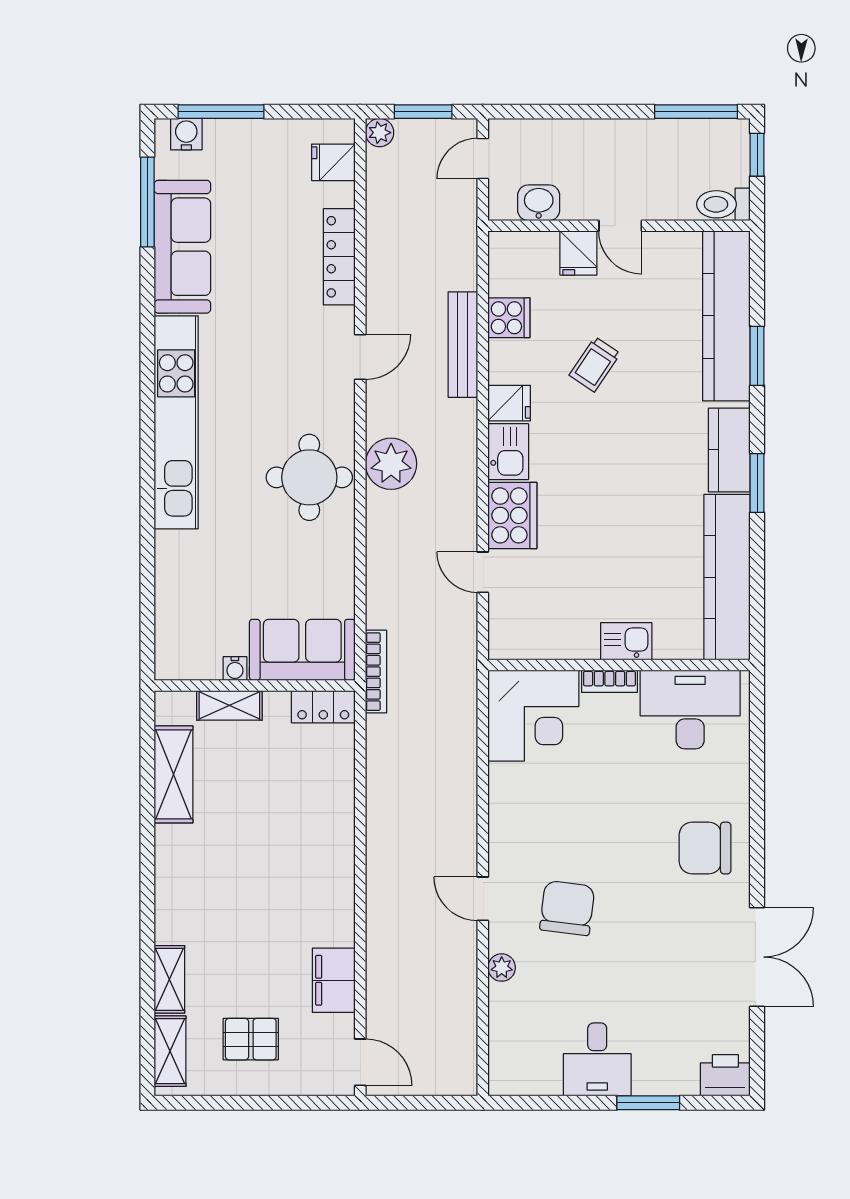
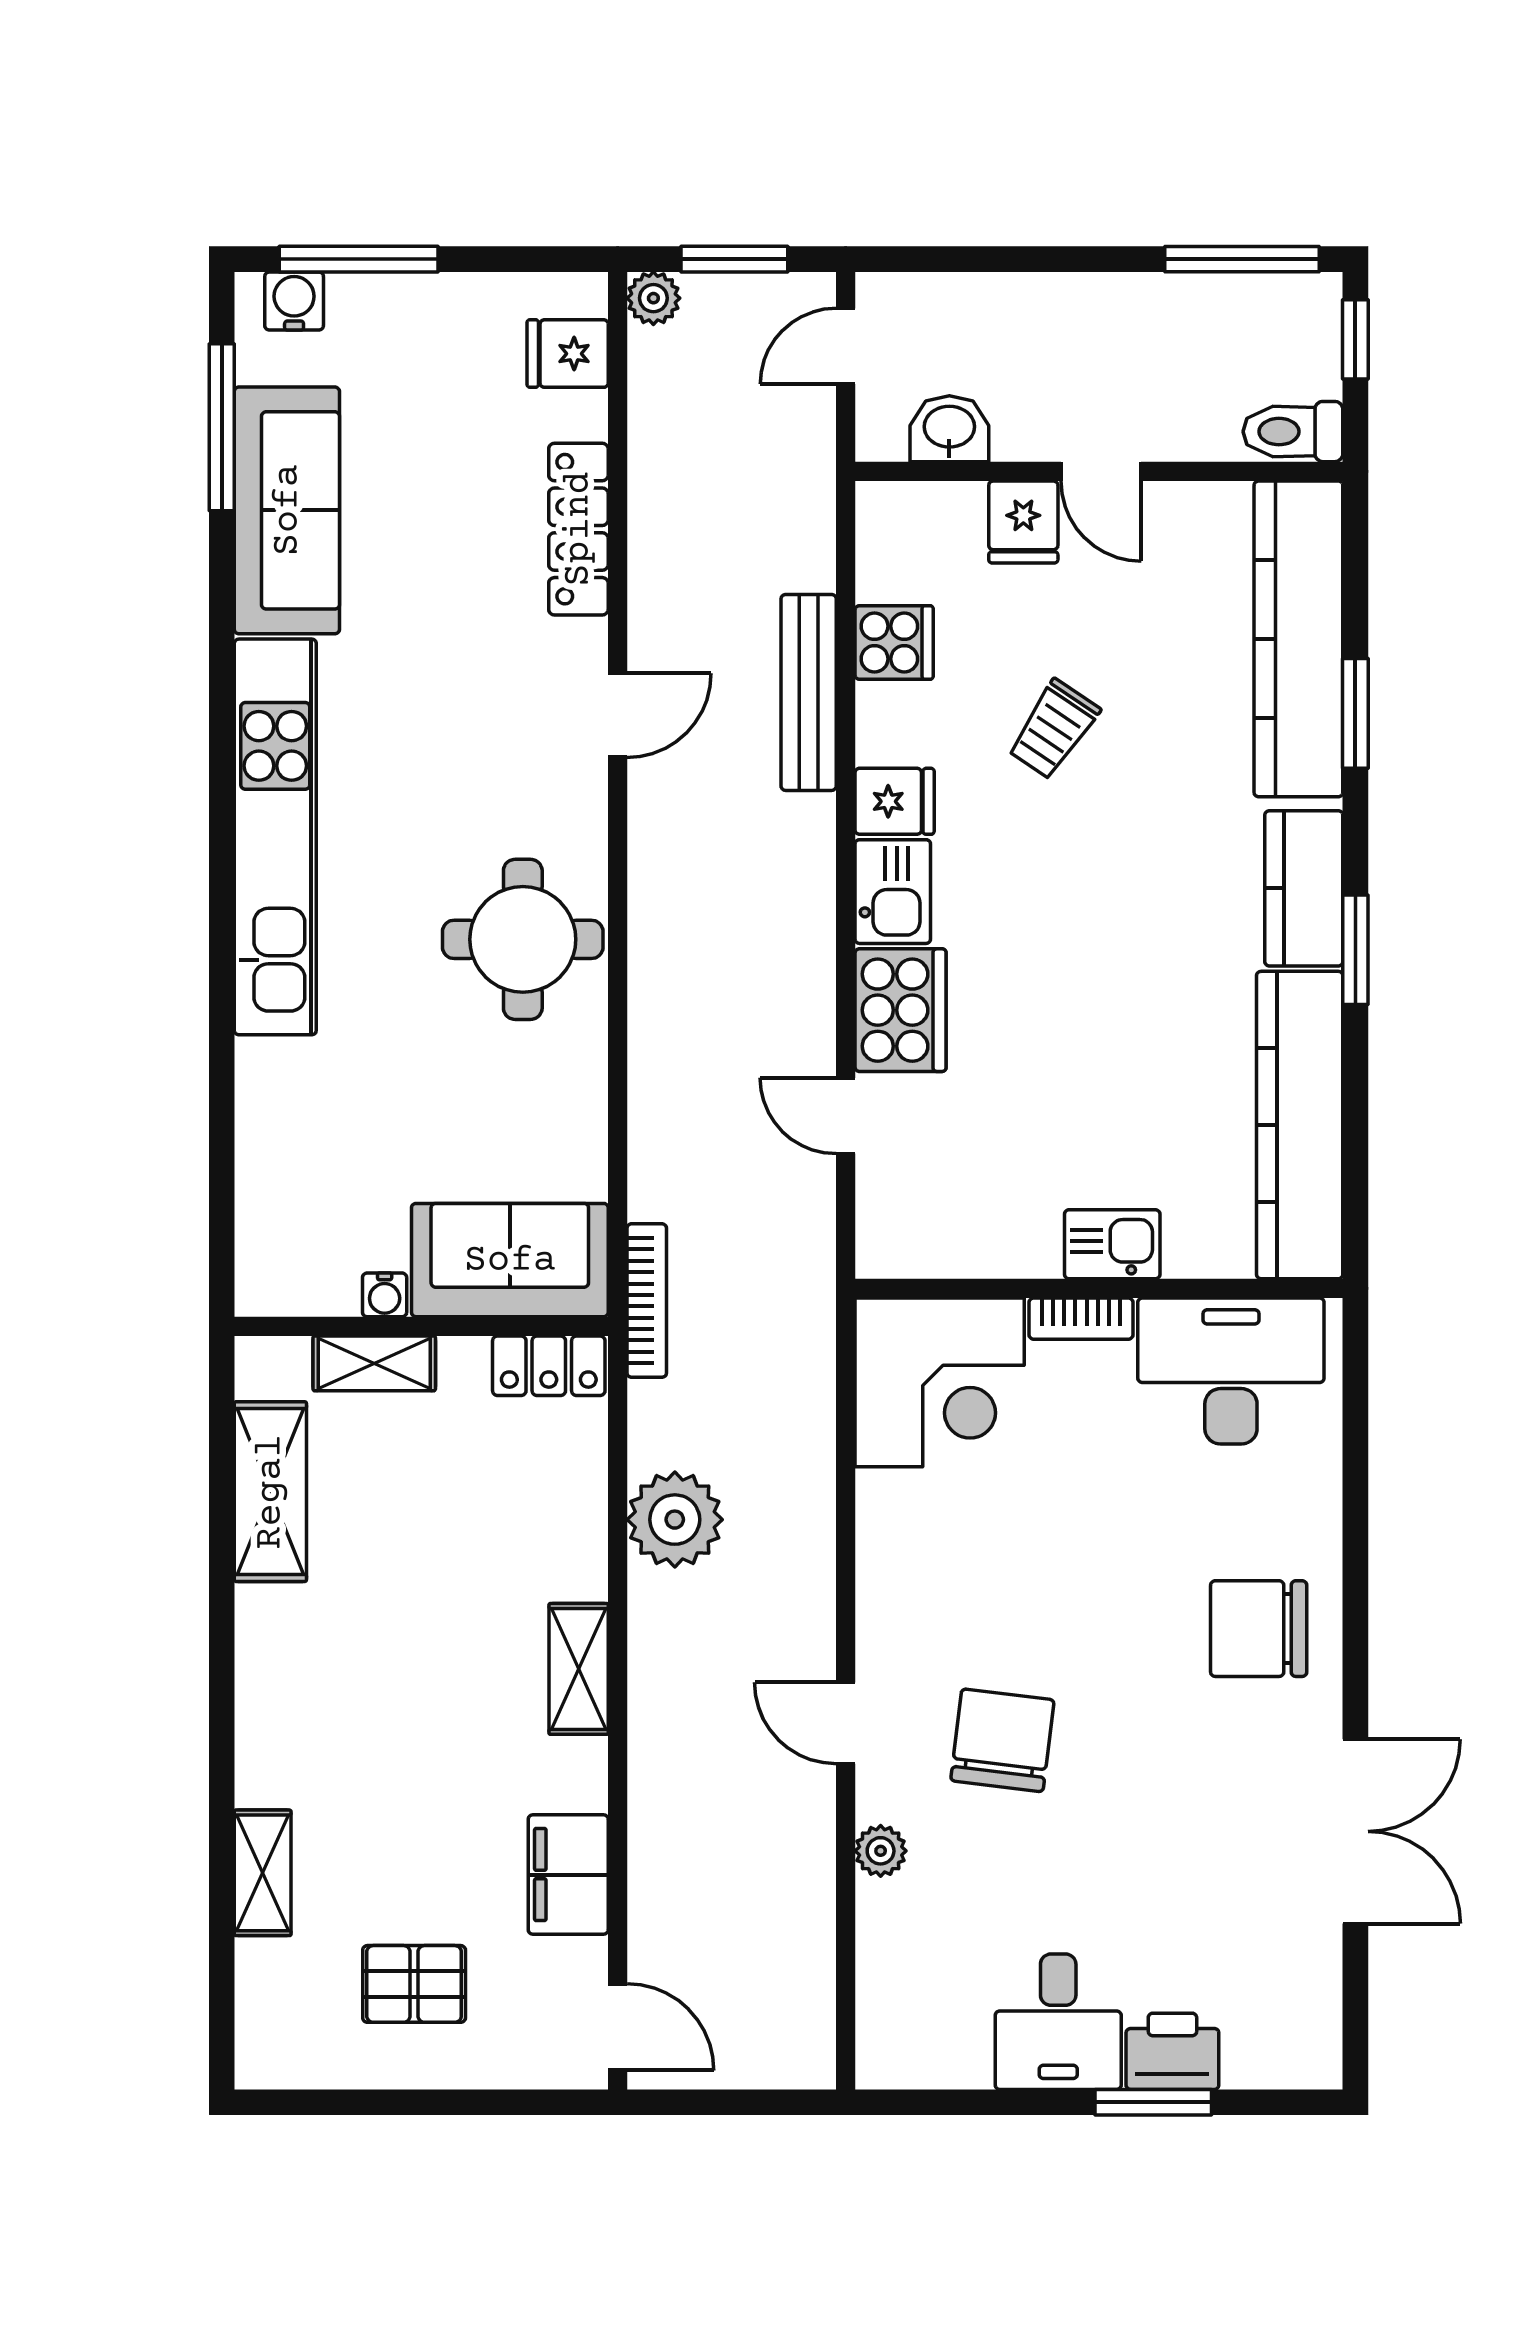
plant: (391, 464) -> (675, 1520), moved
shelving: (170, 1051) -> (579, 1669), moved
printer: (725, 1075) -> (1172, 2051), moved

